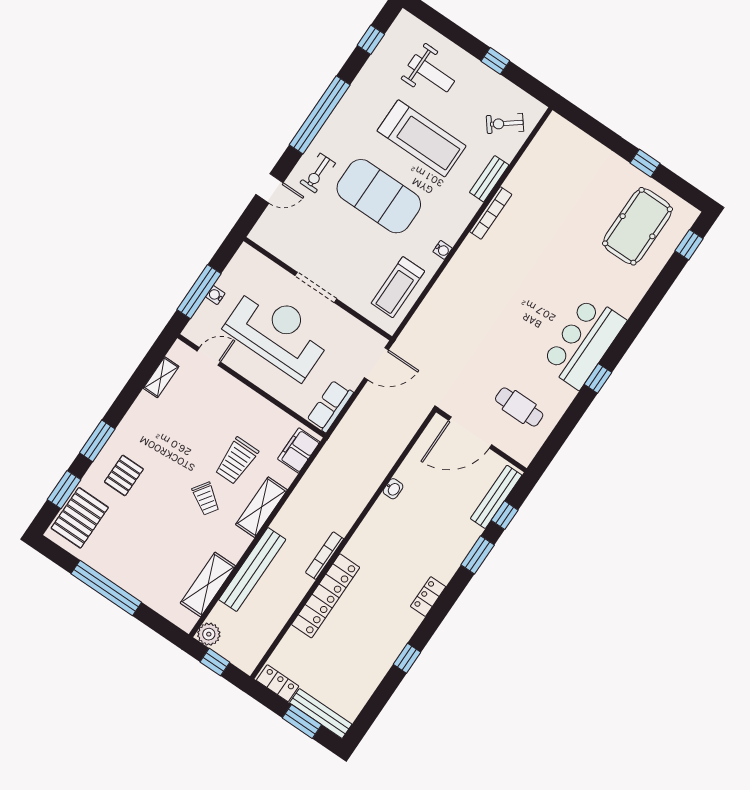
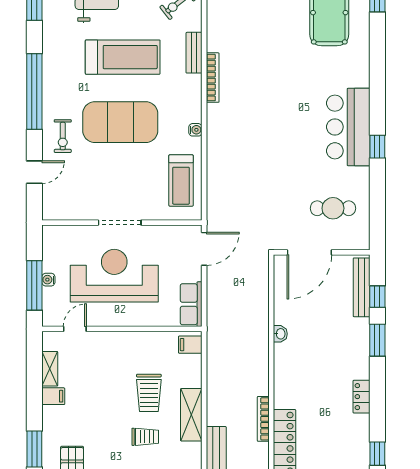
filing cabinet: (147, 404) -> (53, 396), added
filing cabinet: (299, 450) -> (190, 345), width x0.50
trolley: (206, 499) -> (145, 437), turned -34

